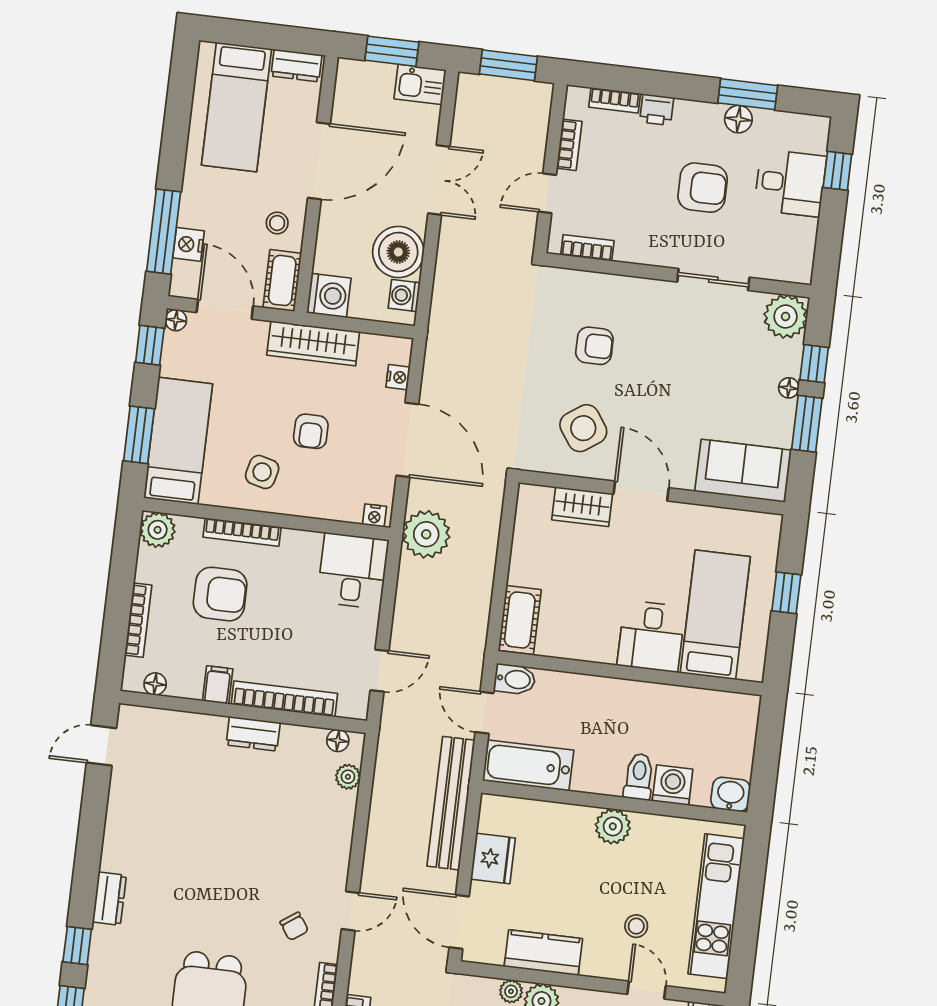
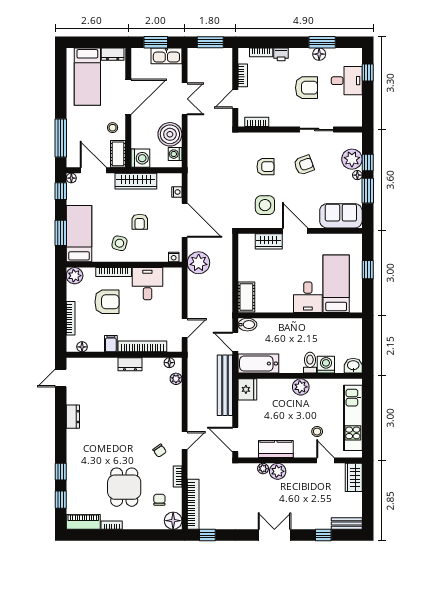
kitchen sink: (420, 84) -> (166, 56), width x1.38
nightstand: (188, 244) -> (73, 142), removed
plant: (786, 316) -> (352, 159), moved
armchair: (677, 352) -> (304, 165), added
side table: (583, 428) -> (265, 205), turned 35
desk: (353, 571) -> (147, 284), moved
fridge: (493, 859) -> (247, 389), moved
dresser: (109, 899) -> (73, 417), moved

